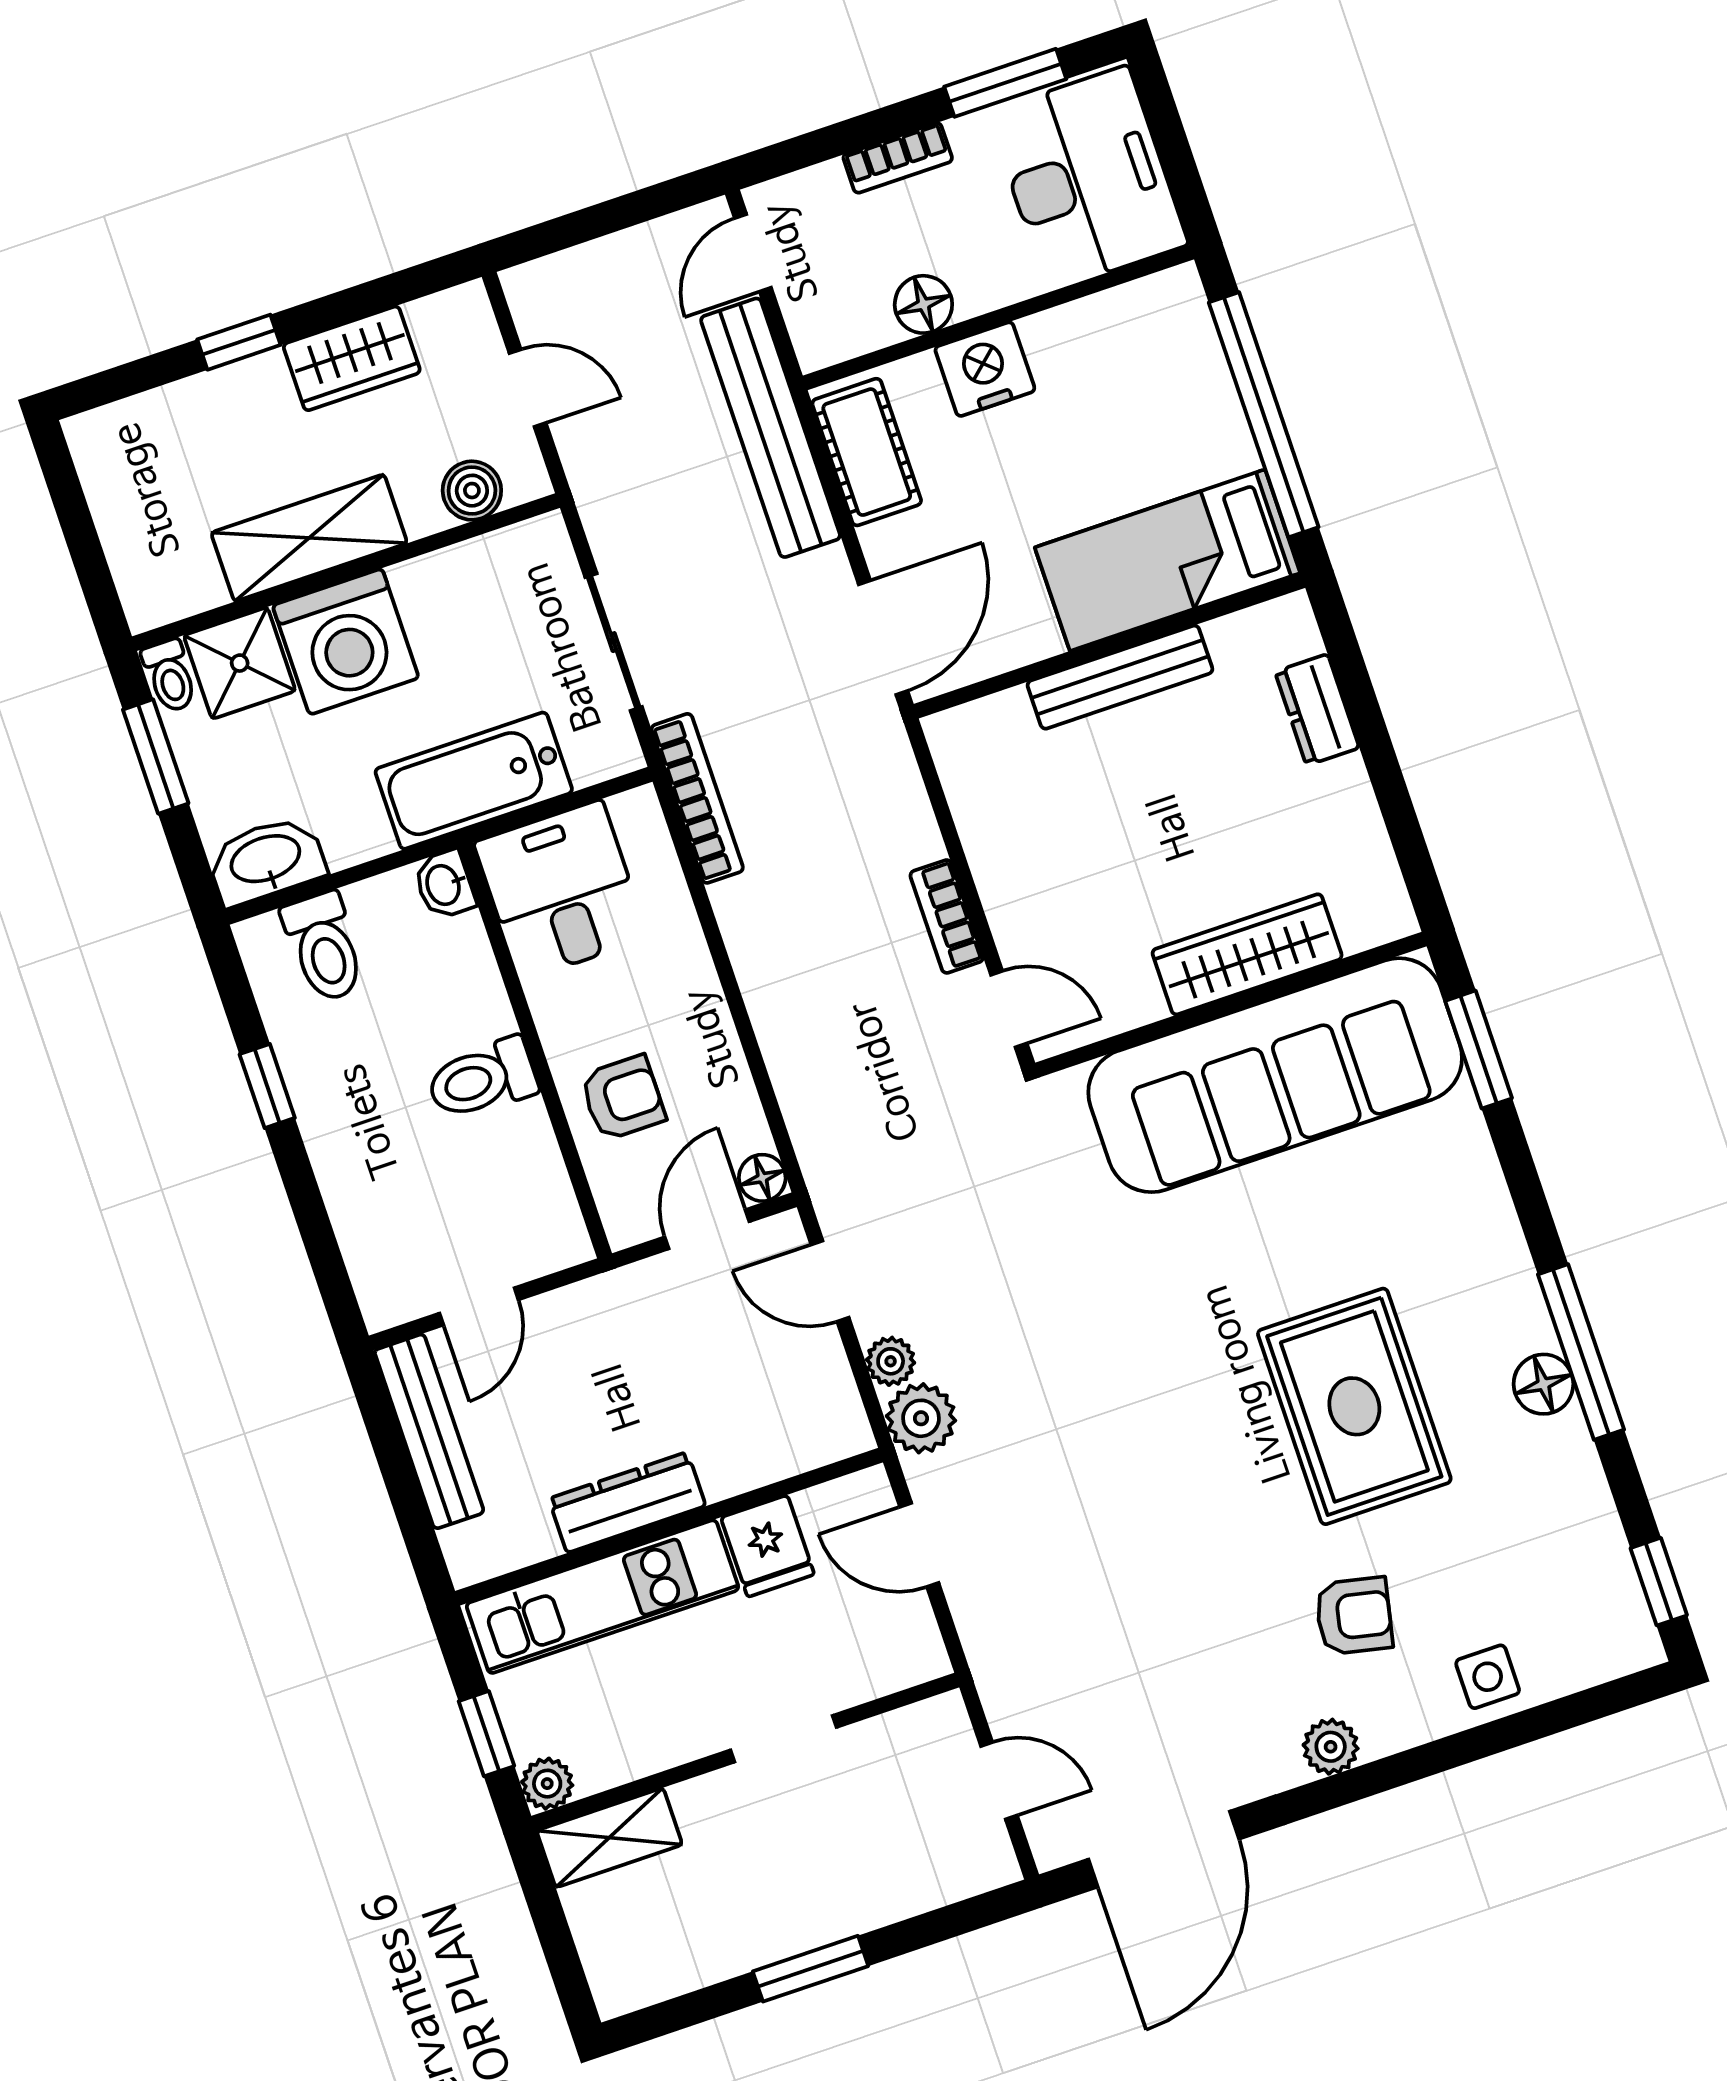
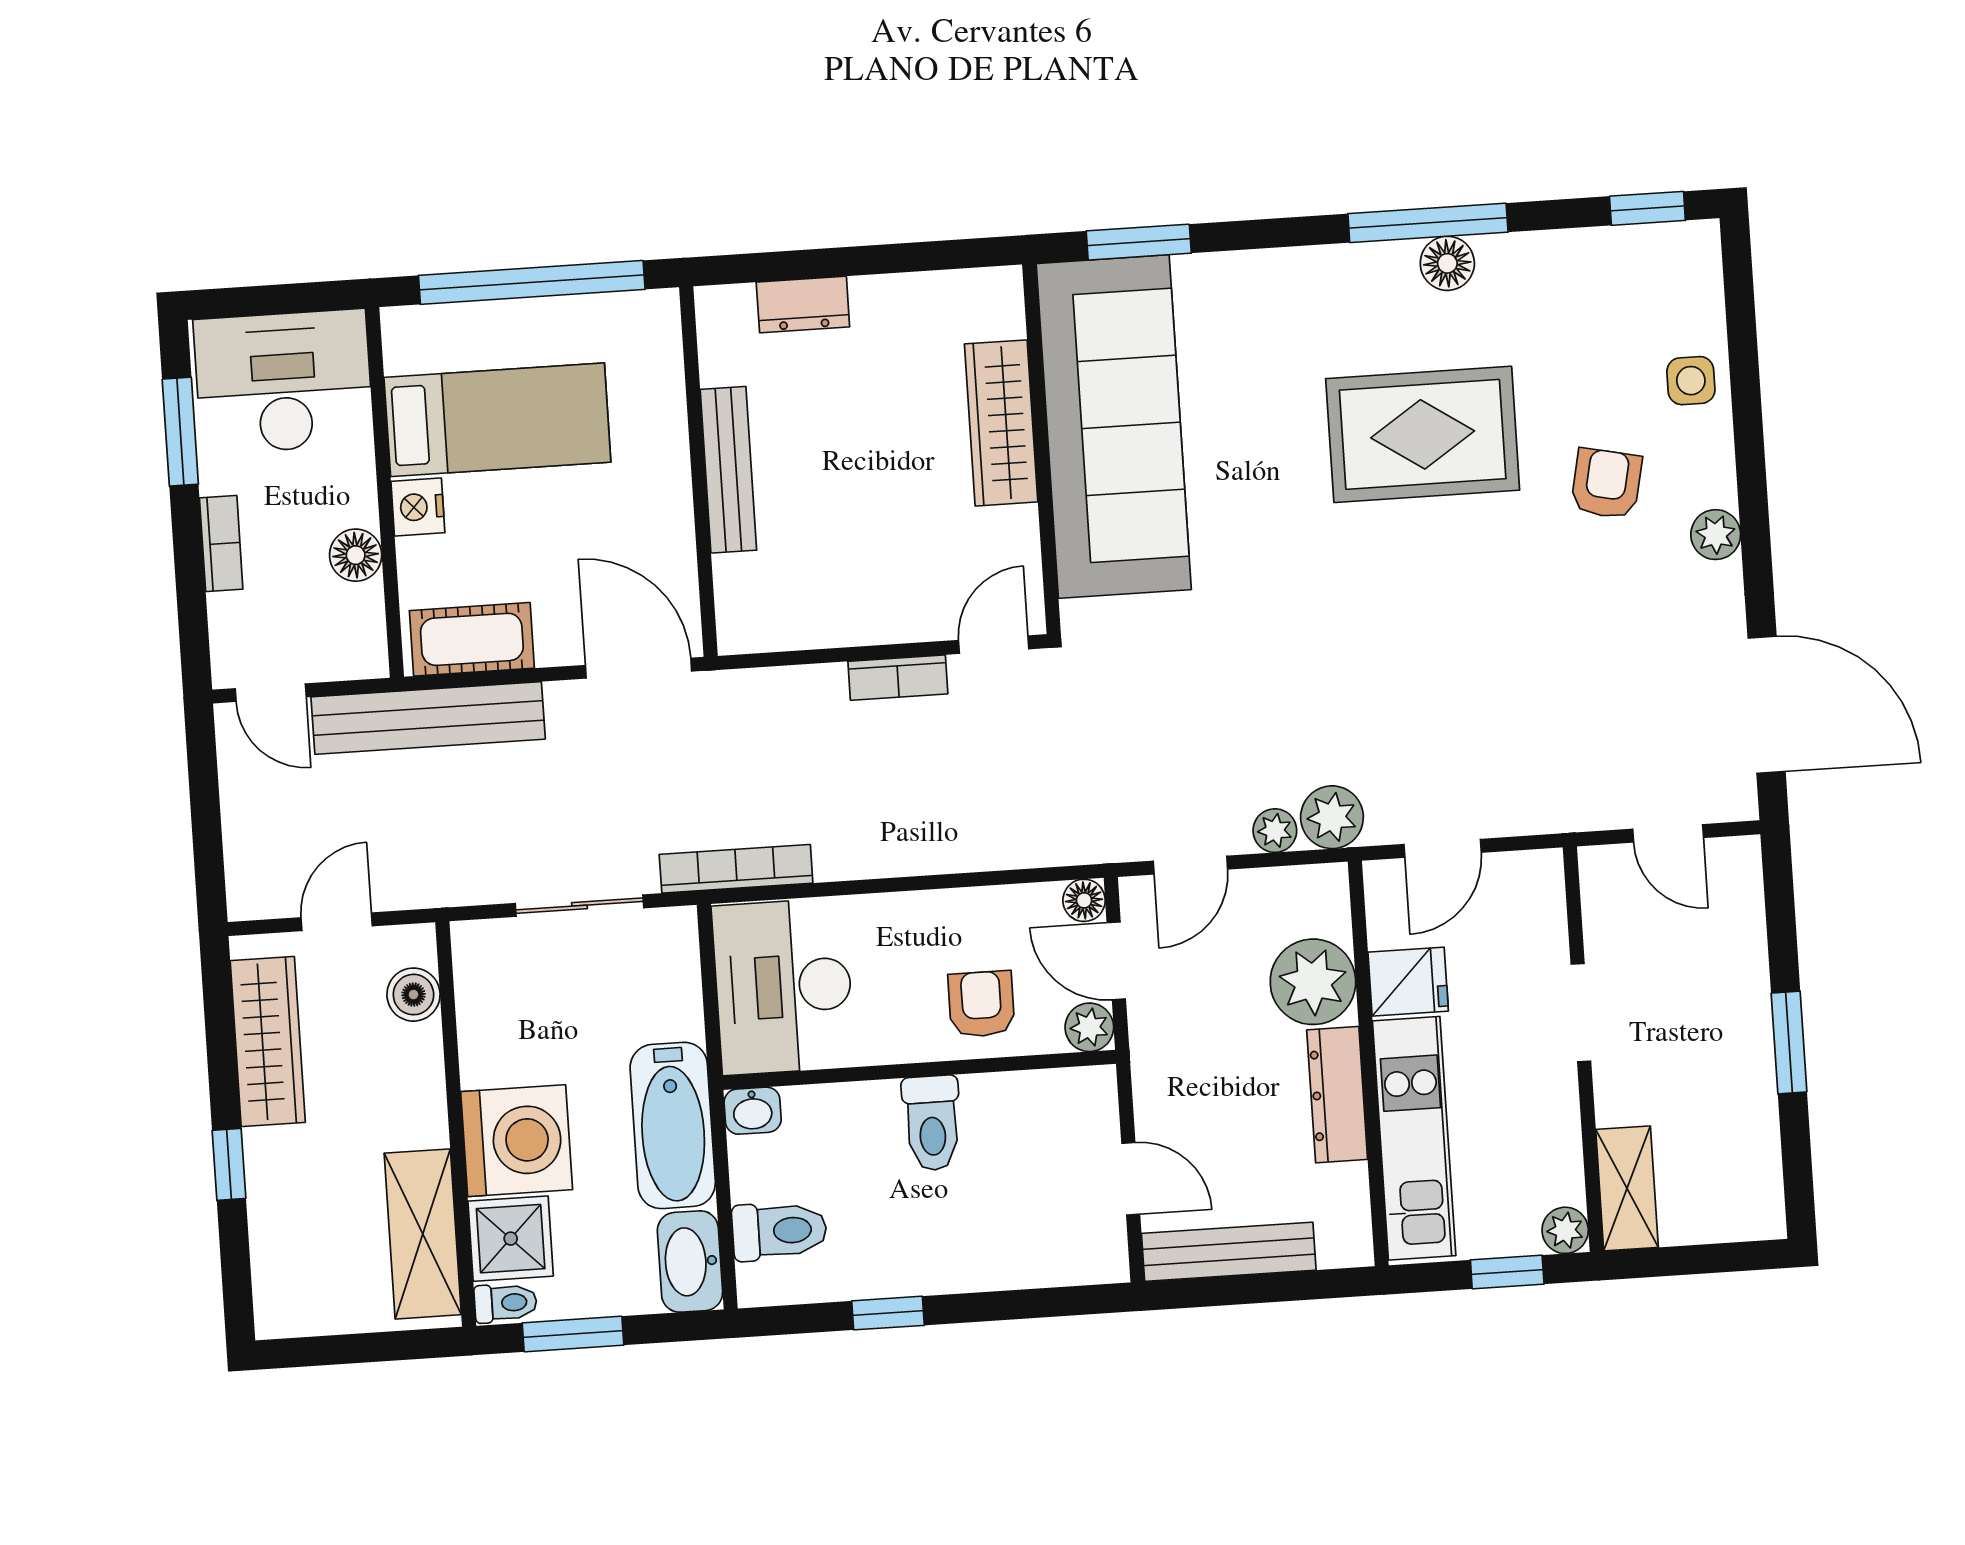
wardrobe: (352, 358) -> (268, 1041), width x1.50
nightstand: (985, 369) -> (418, 507), width x0.74, depth x0.75
shelving: (309, 538) -> (423, 1234), moved
bed: (1168, 560) -> (497, 420), moved, turned -90
bathtub: (474, 781) -> (673, 1125), moved
desk: (561, 890) -> (783, 987), width x1.37
plant: (629, 1219) -> (1089, 1027), added
plant: (740, 1445) -> (1313, 982), added
door: (999, 1781) -> (1668, 833), swing flipped

